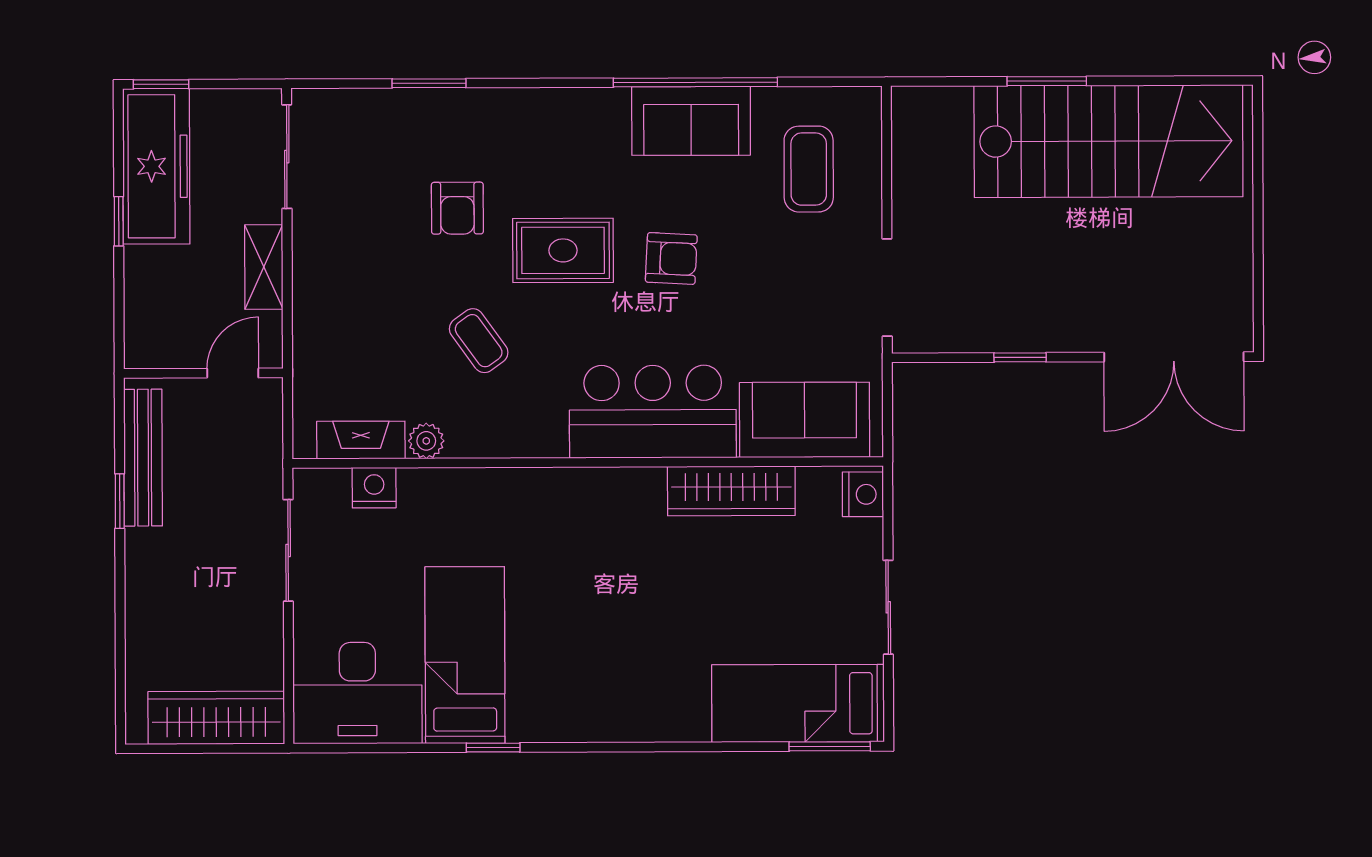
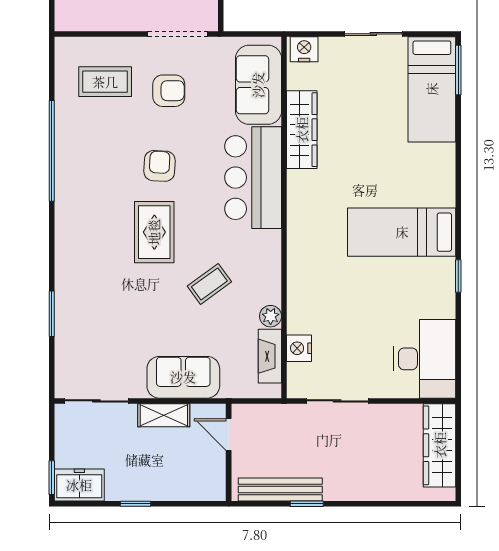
sofa: (691, 121) -> (183, 377), moved, turned -90
freezer: (156, 166) -> (79, 485), width x0.52, depth x0.79
armchair: (457, 208) -> (169, 91), moved
bed: (465, 655) -> (402, 232), moved

